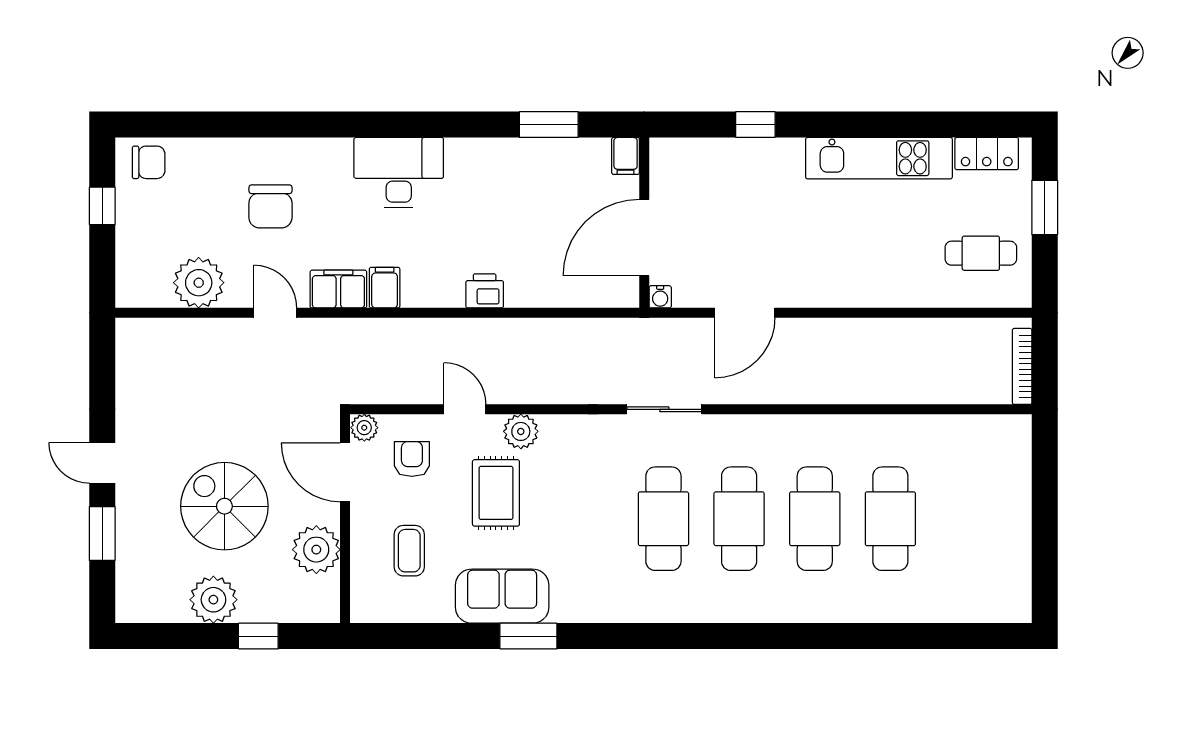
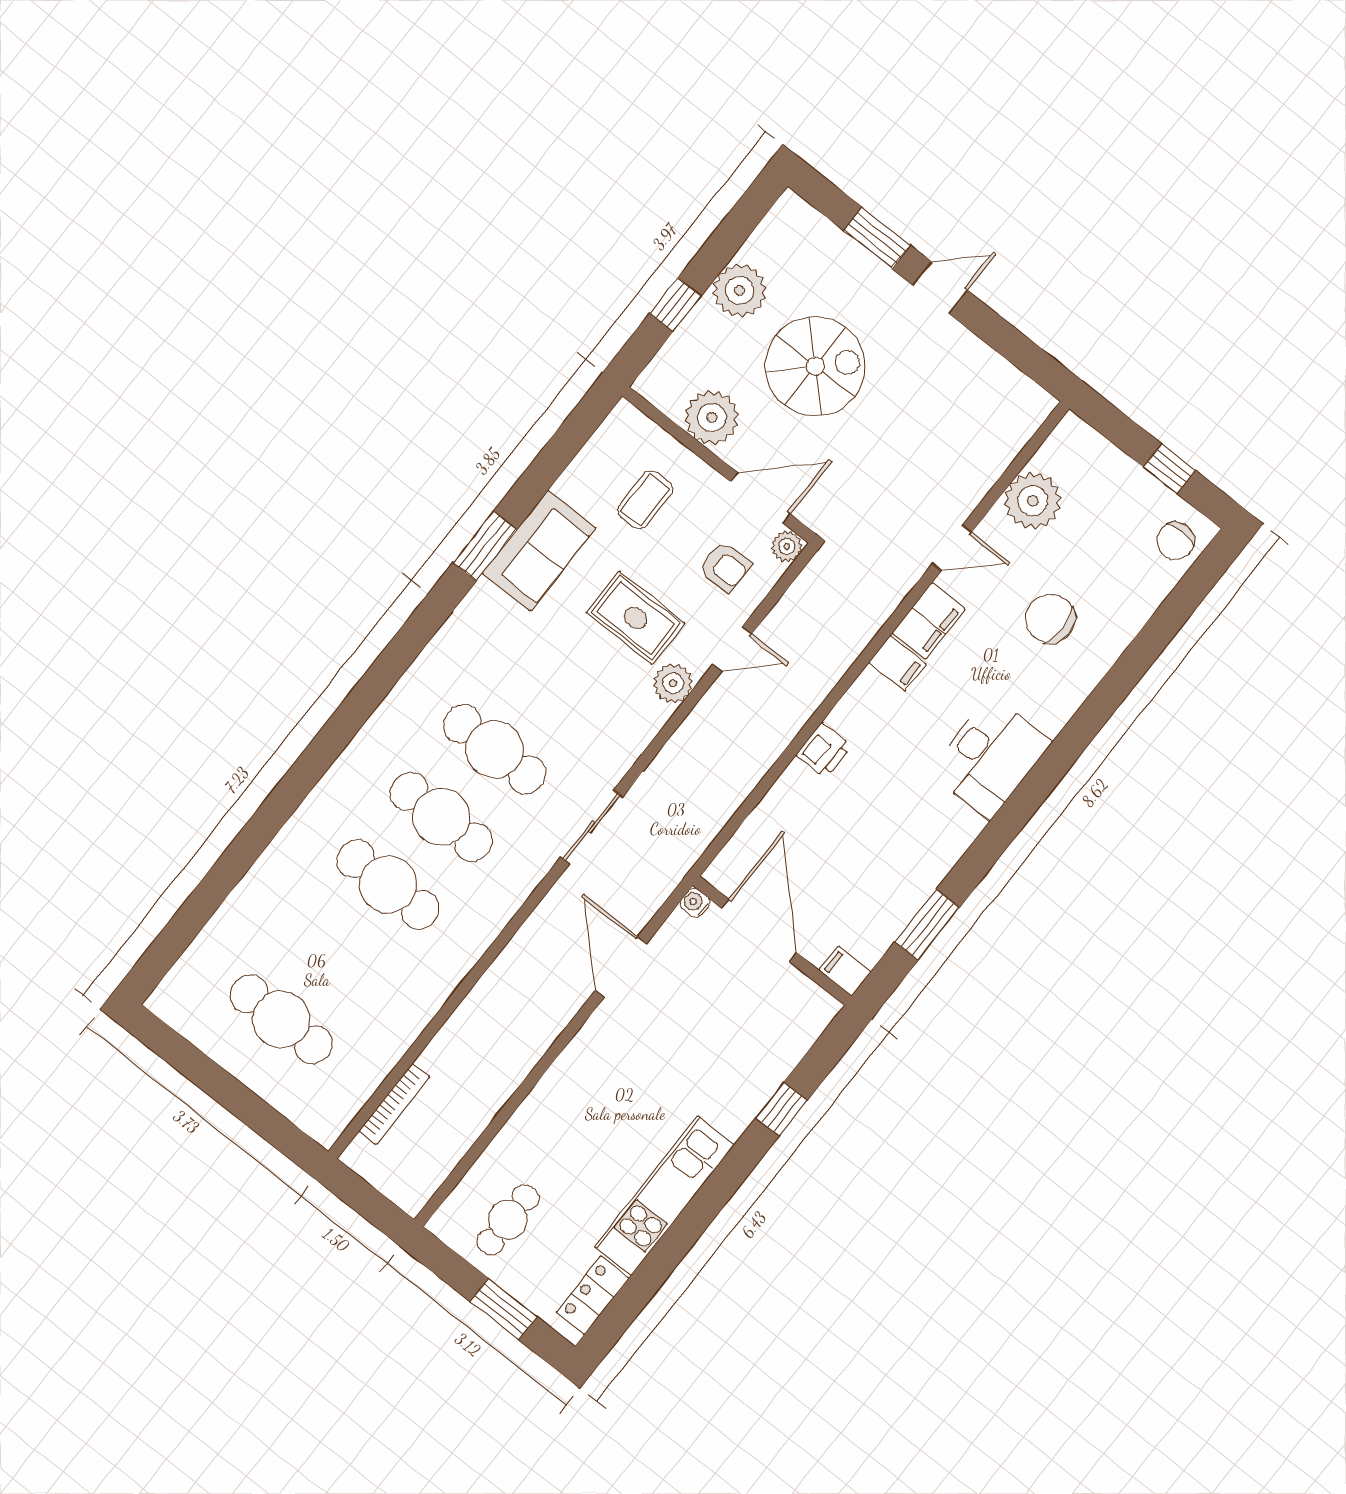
bookcase: (1022, 366) -> (394, 1104), moved, turned 90
cafe table: (890, 519) -> (281, 1019), moved
coffee table: (409, 551) -> (645, 500), turned 90

